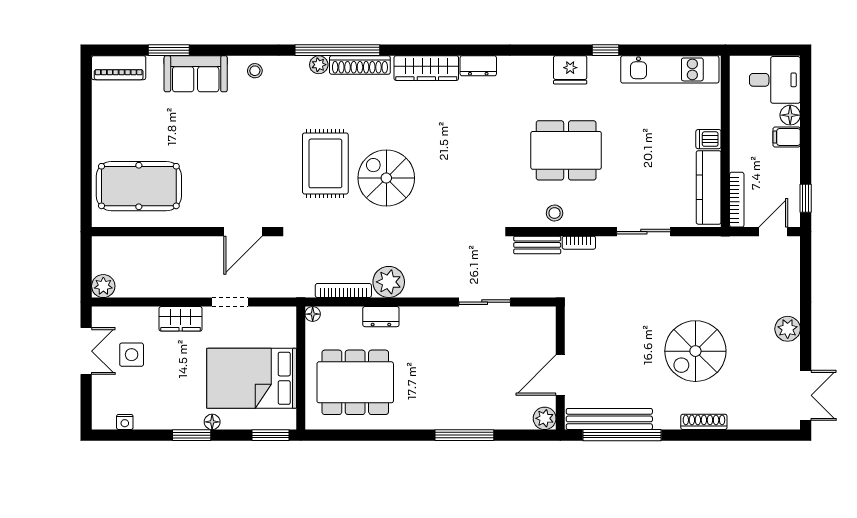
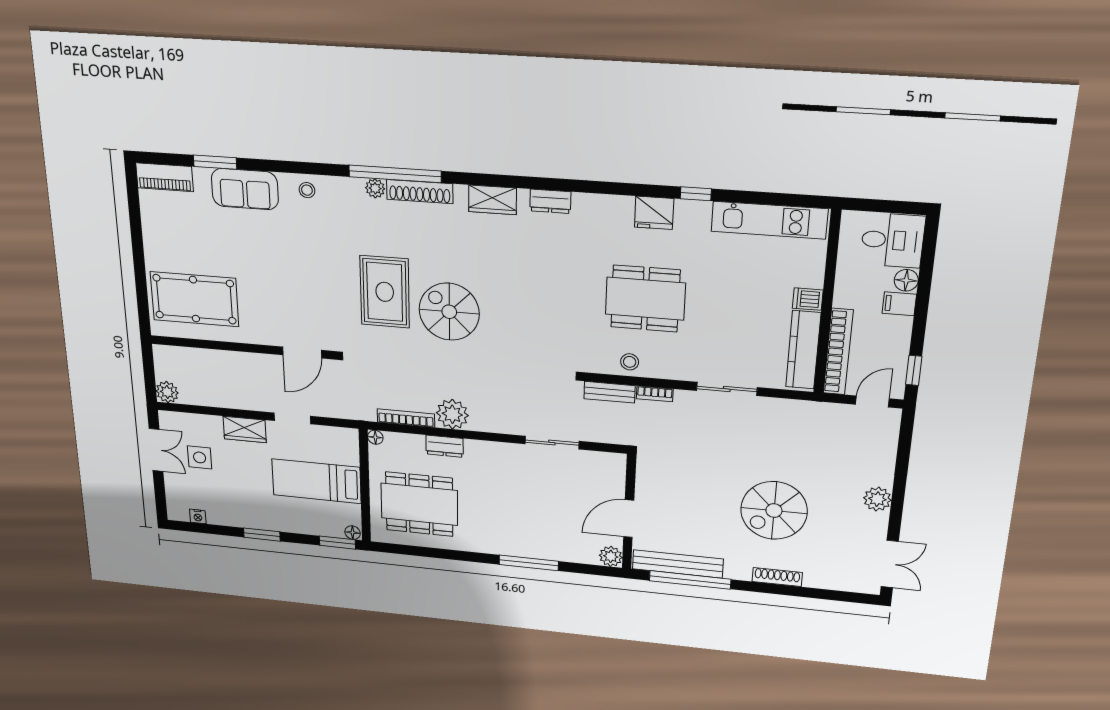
wardrobe: (426, 68) -> (492, 200), width x0.67
bookcase: (737, 200) -> (838, 352), width x1.48, depth x1.31
bed: (252, 378) -> (317, 481), width x0.67
floor lamp: (212, 422) -> (353, 533), moved

